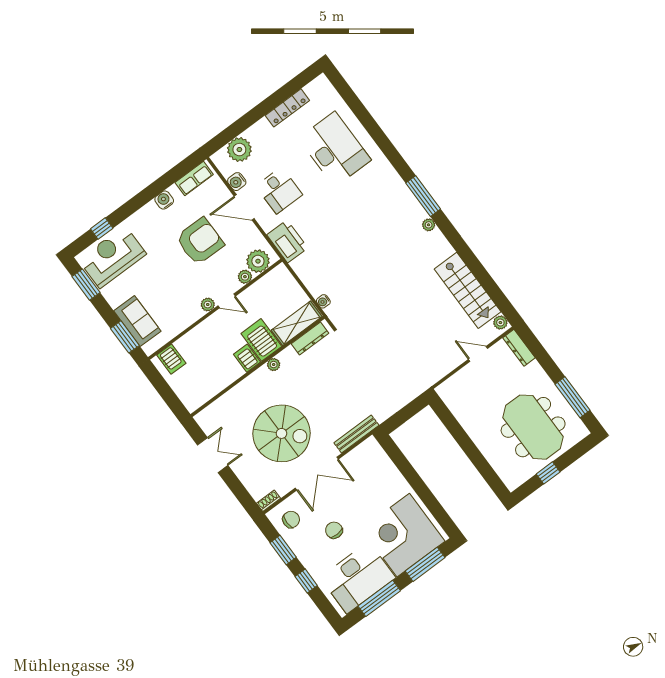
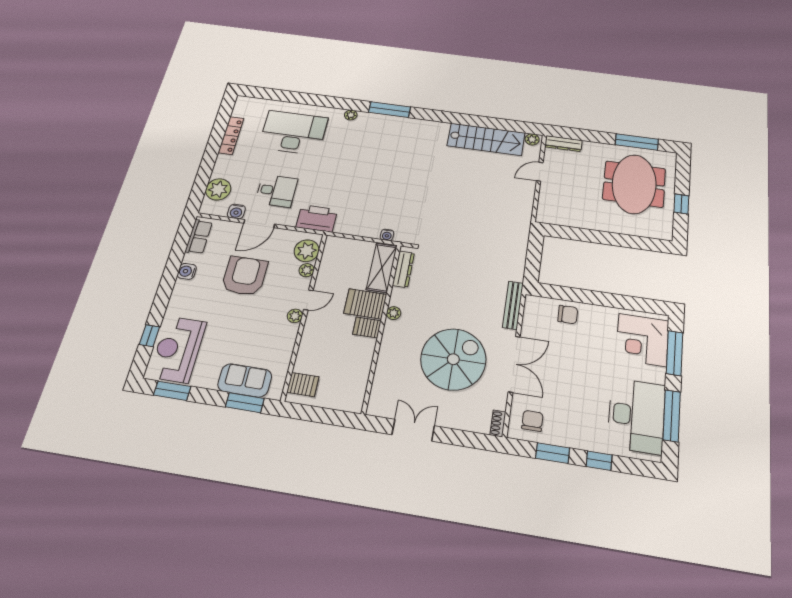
plant: (429, 225) -> (351, 115), moved
meeting table: (533, 427) -> (634, 184), turned 90
chair: (334, 530) -> (568, 315), moved, turned 180
corner desk: (403, 535) -> (642, 340), width x0.74, depth x0.74

